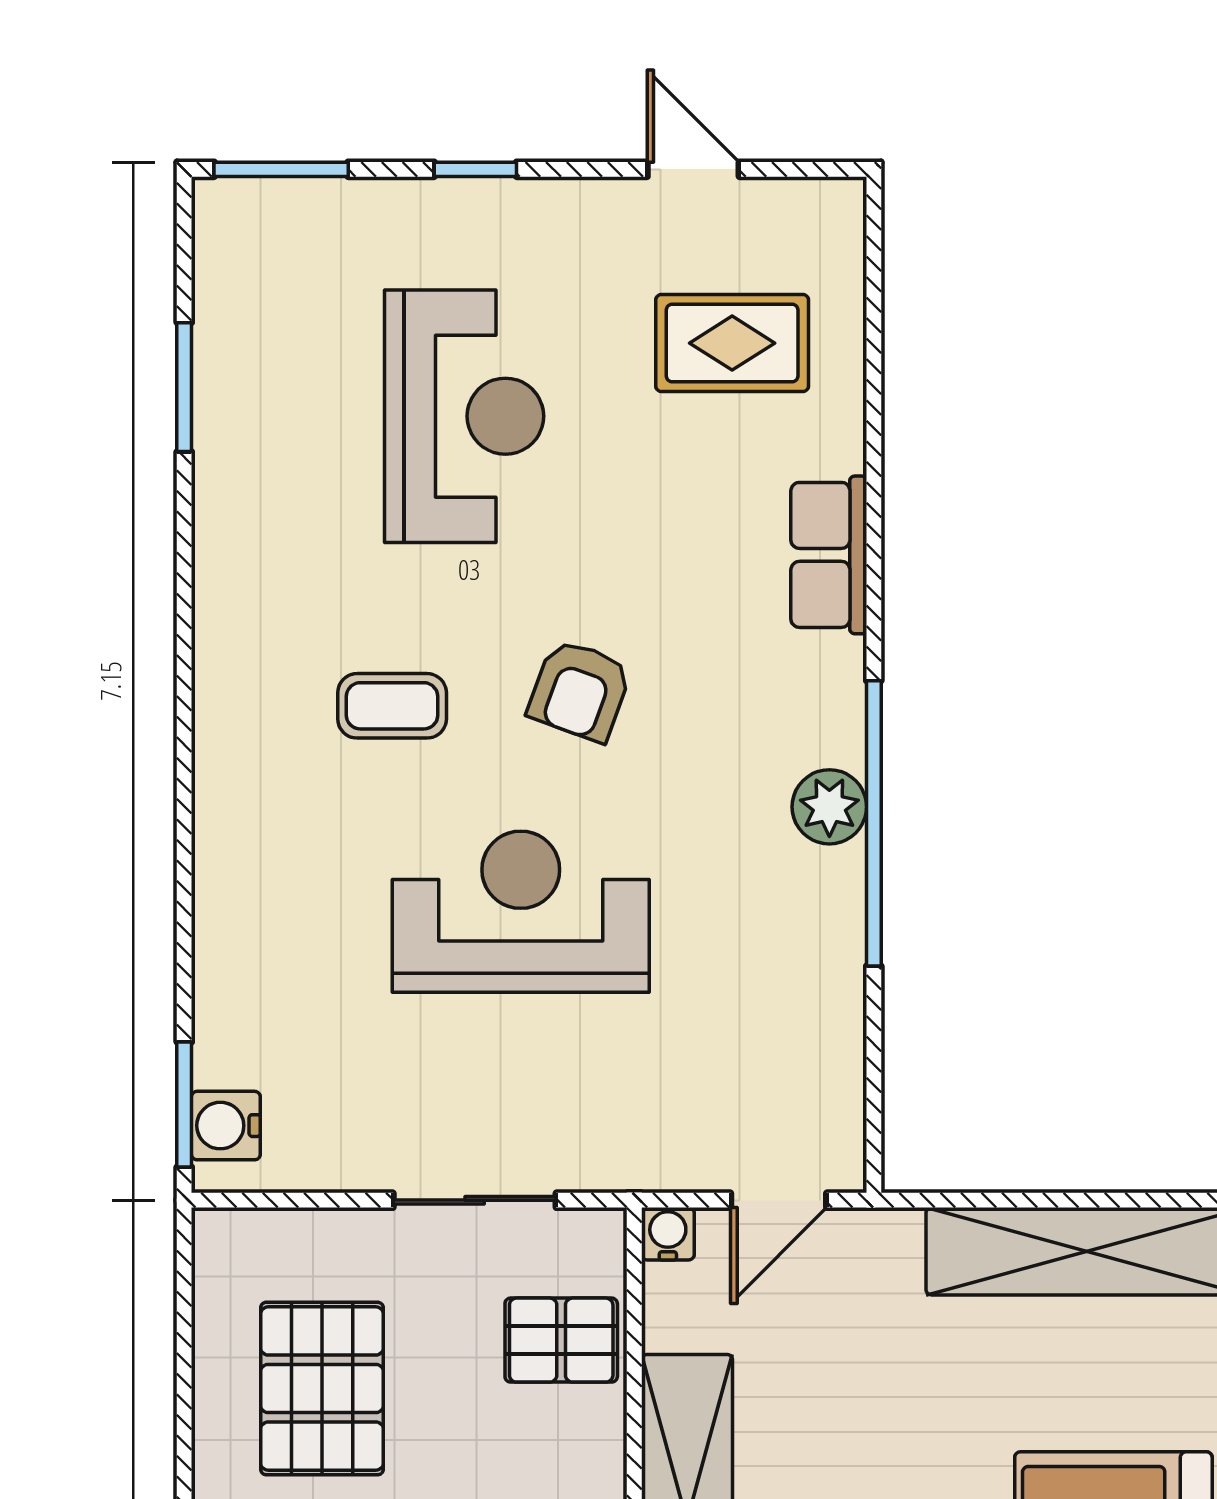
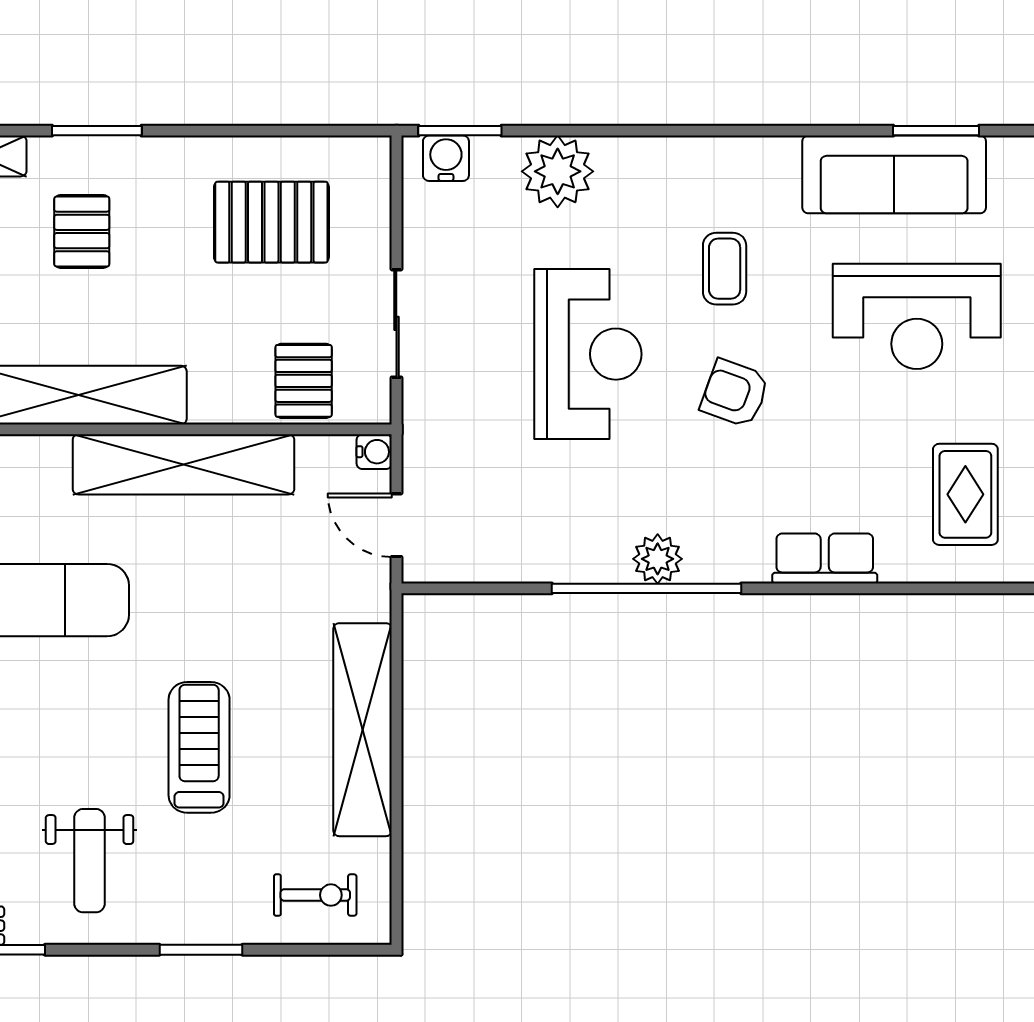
sofa: (250, 450) -> (894, 174), added
plant: (246, 957) -> (558, 171), added

